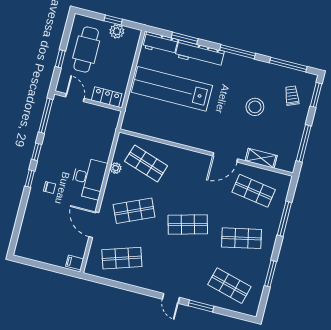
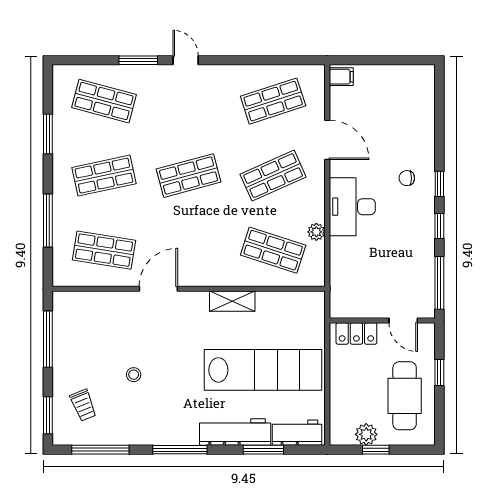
stool: (255, 107) -> (134, 375), width x0.53, depth x0.53
shelving: (261, 158) -> (232, 301), moved

